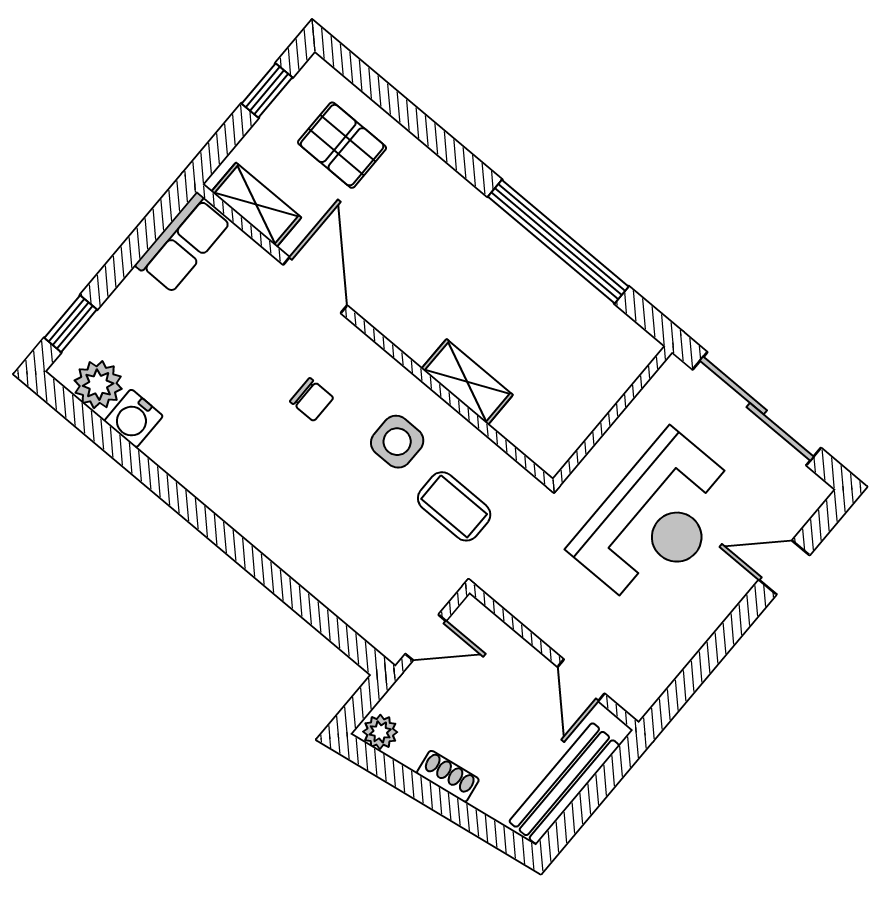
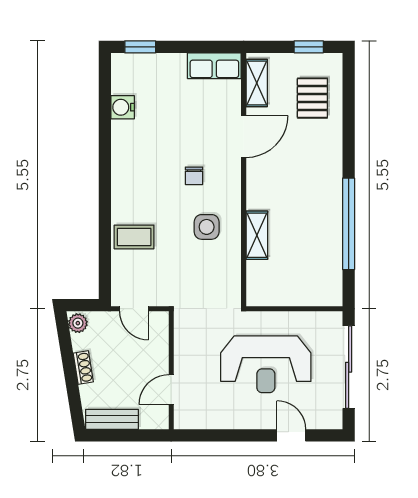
plant: (98, 385) -> (124, 80), removed
coffee table: (454, 506) -> (134, 237), moved, turned 90
bench: (564, 784) -> (112, 419), width x0.73

